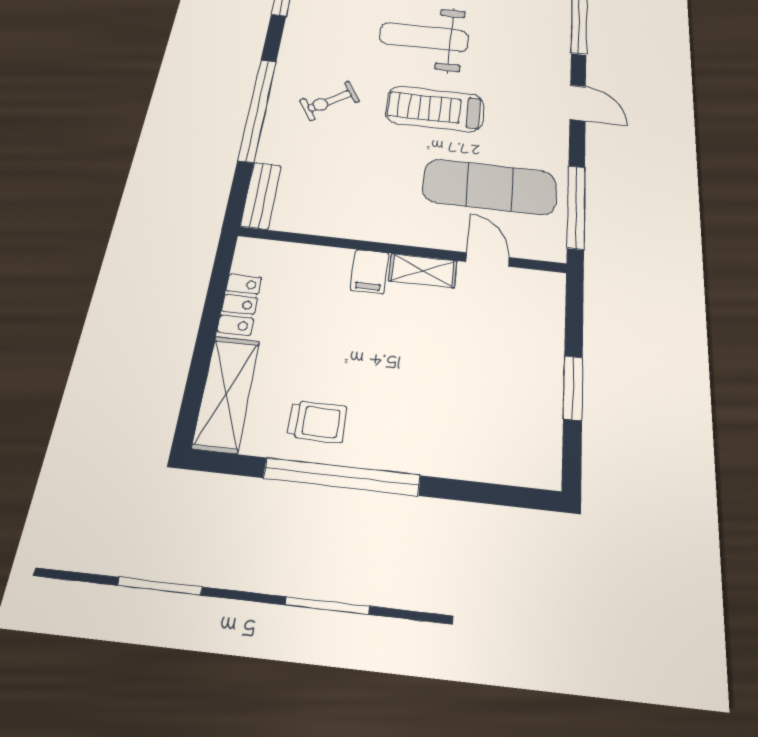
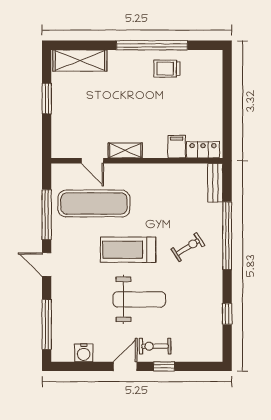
treadmill: (435, 109) -> (128, 250), turned 180
window: (576, 207) -> (47, 215), moved
filing cabinet: (370, 272) -> (177, 147), moved
locker: (240, 304) -> (203, 150), moved, turned 90
shelving: (226, 394) -> (80, 61), moved, turned 90

